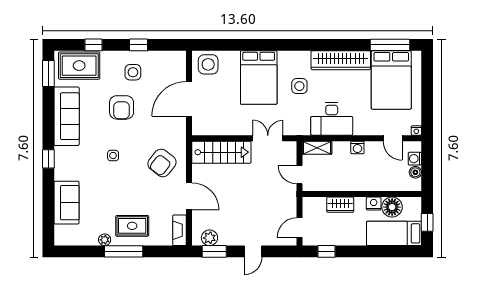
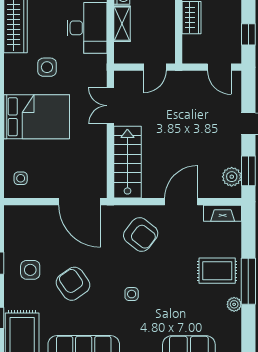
side table: (208, 64) -> (21, 178), width x0.54, depth x0.54
door: (189, 99) -> (80, 202), moved
armchair: (122, 107) -> (73, 284), turned -125
shelving: (317, 148) -> (122, 24), moved
rug: (132, 226) -> (217, 271), turned 90

